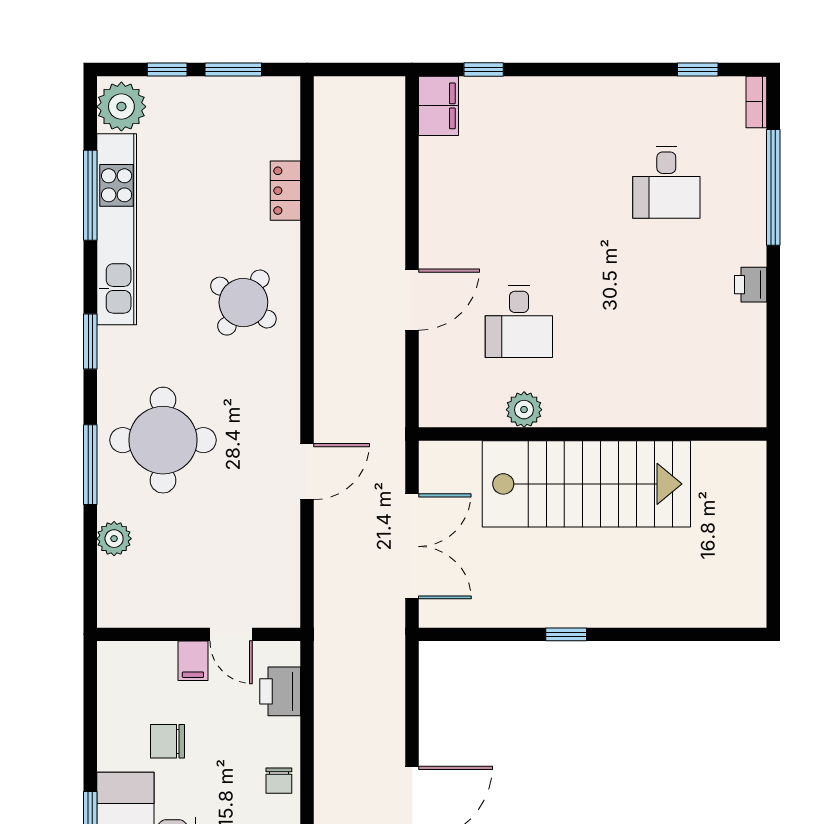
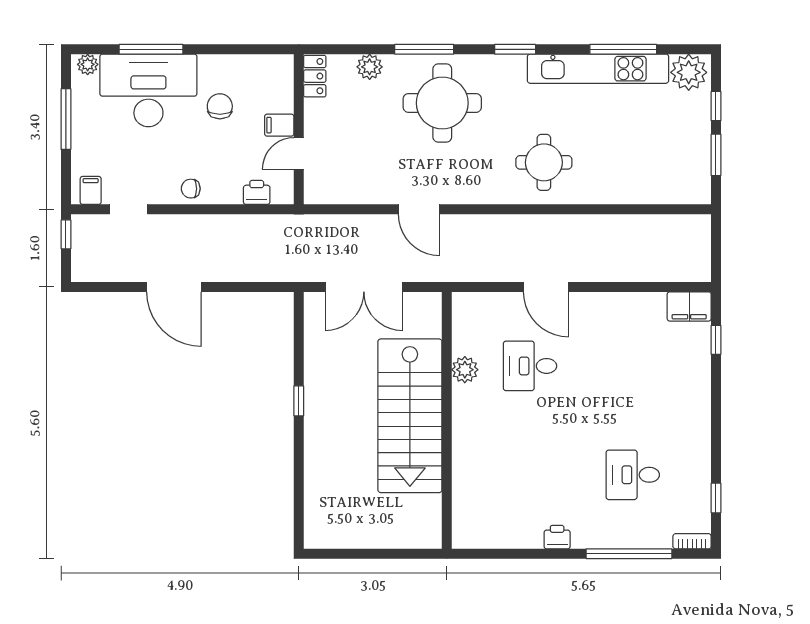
locker: (285, 191) -> (315, 76), moved, turned 90
round table: (243, 303) -> (544, 162), turned -35
printer: (280, 691) -> (257, 192), width x0.73, depth x0.81

